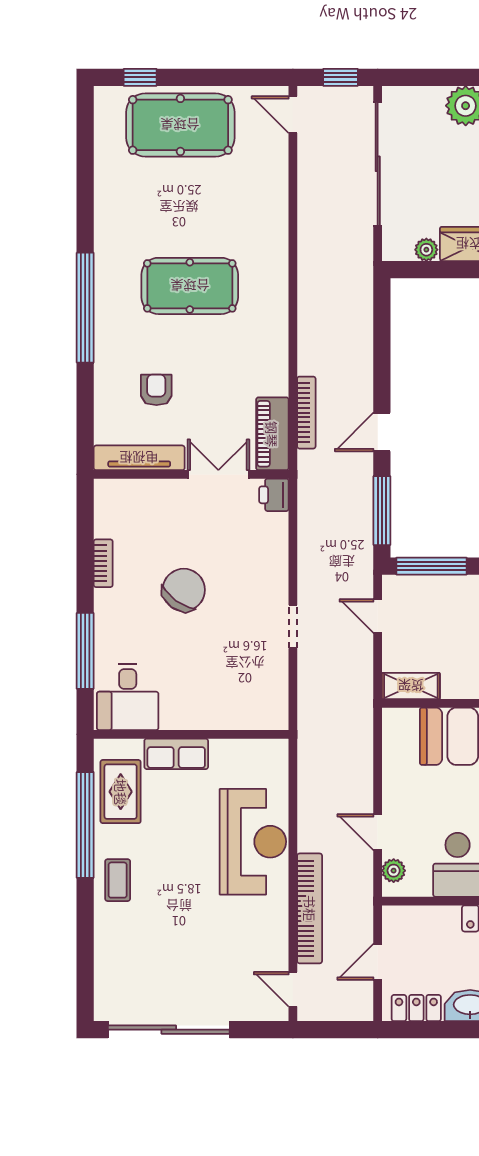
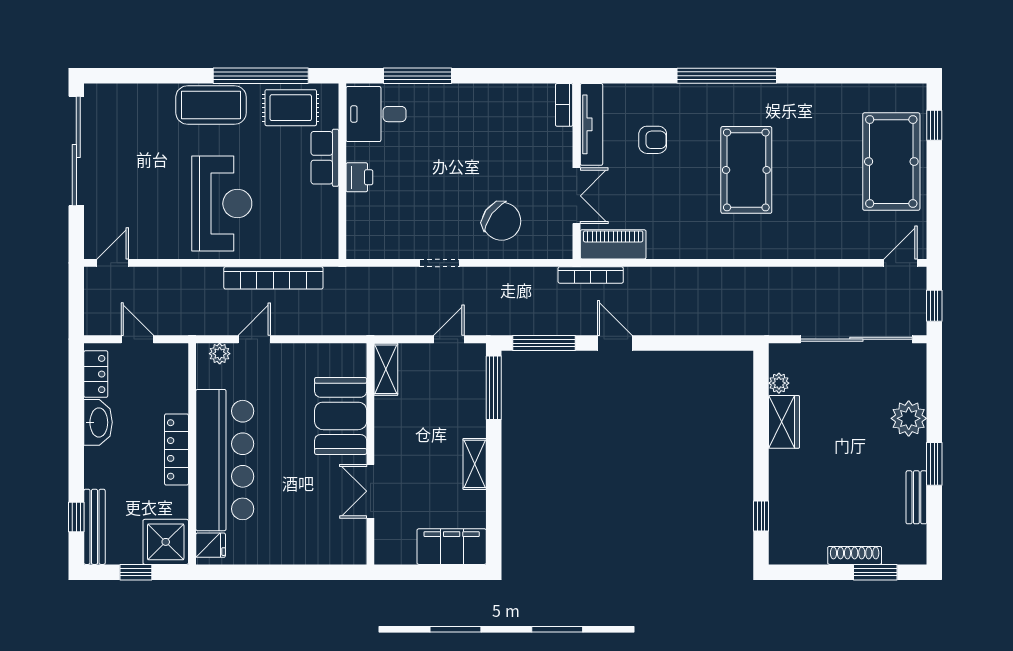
bookcase: (306, 413) -> (591, 275), moved
printer: (274, 495) -> (359, 177), moved, turned 90
bookcase: (103, 563) -> (564, 105), moved, turned 90
chair: (184, 590) -> (502, 221), moved
reception desk: (253, 842) -> (222, 204), moved, turned -90
coffee table: (118, 880) -> (211, 105), width x1.86, depth x1.72
bookcase: (310, 908) -> (273, 278), moved

